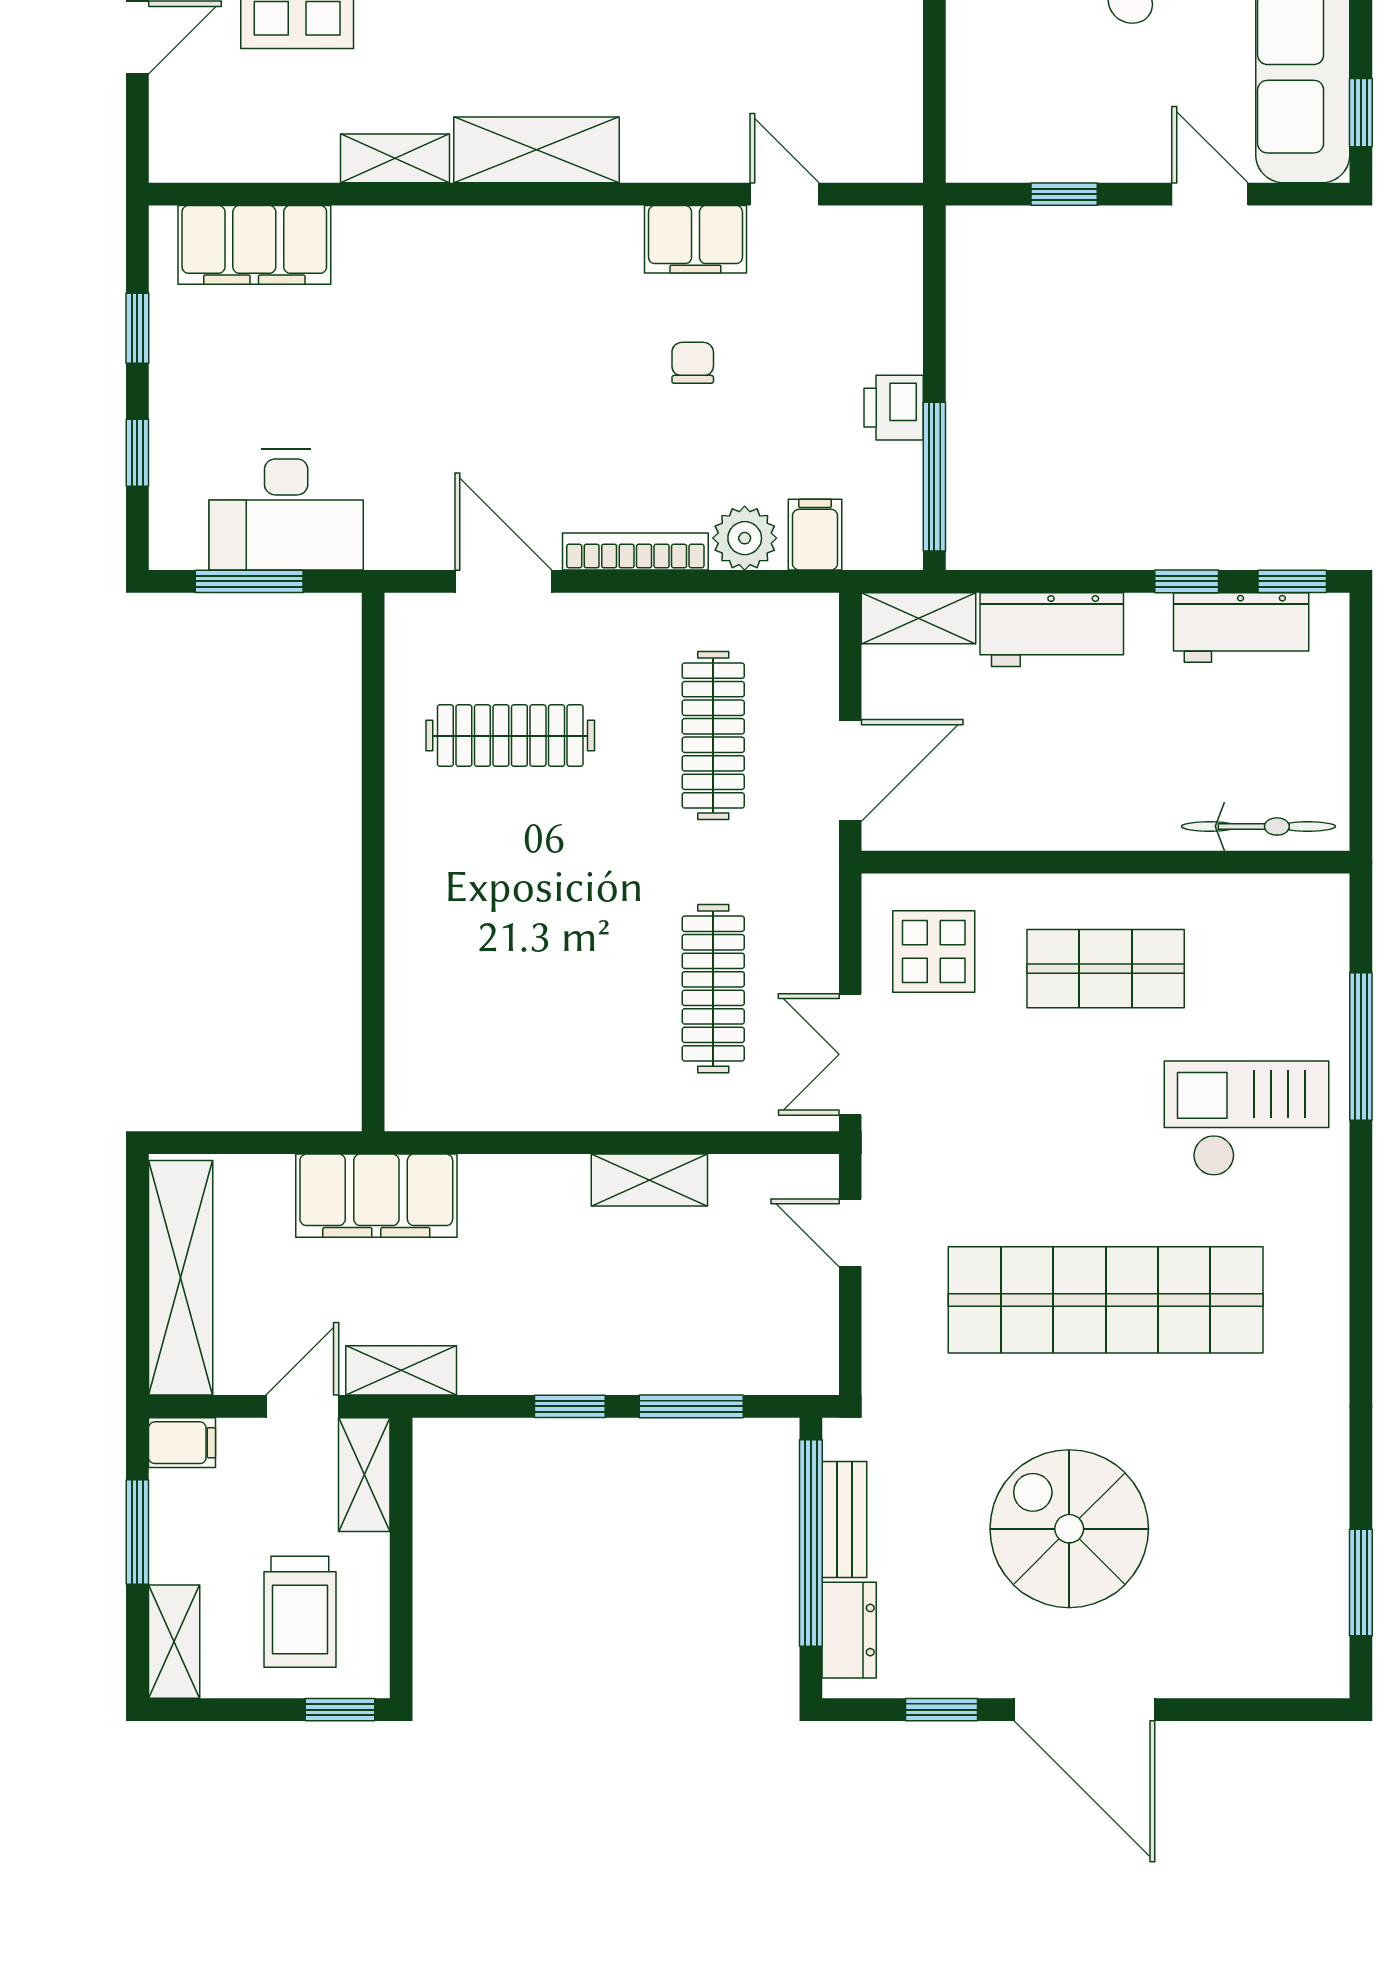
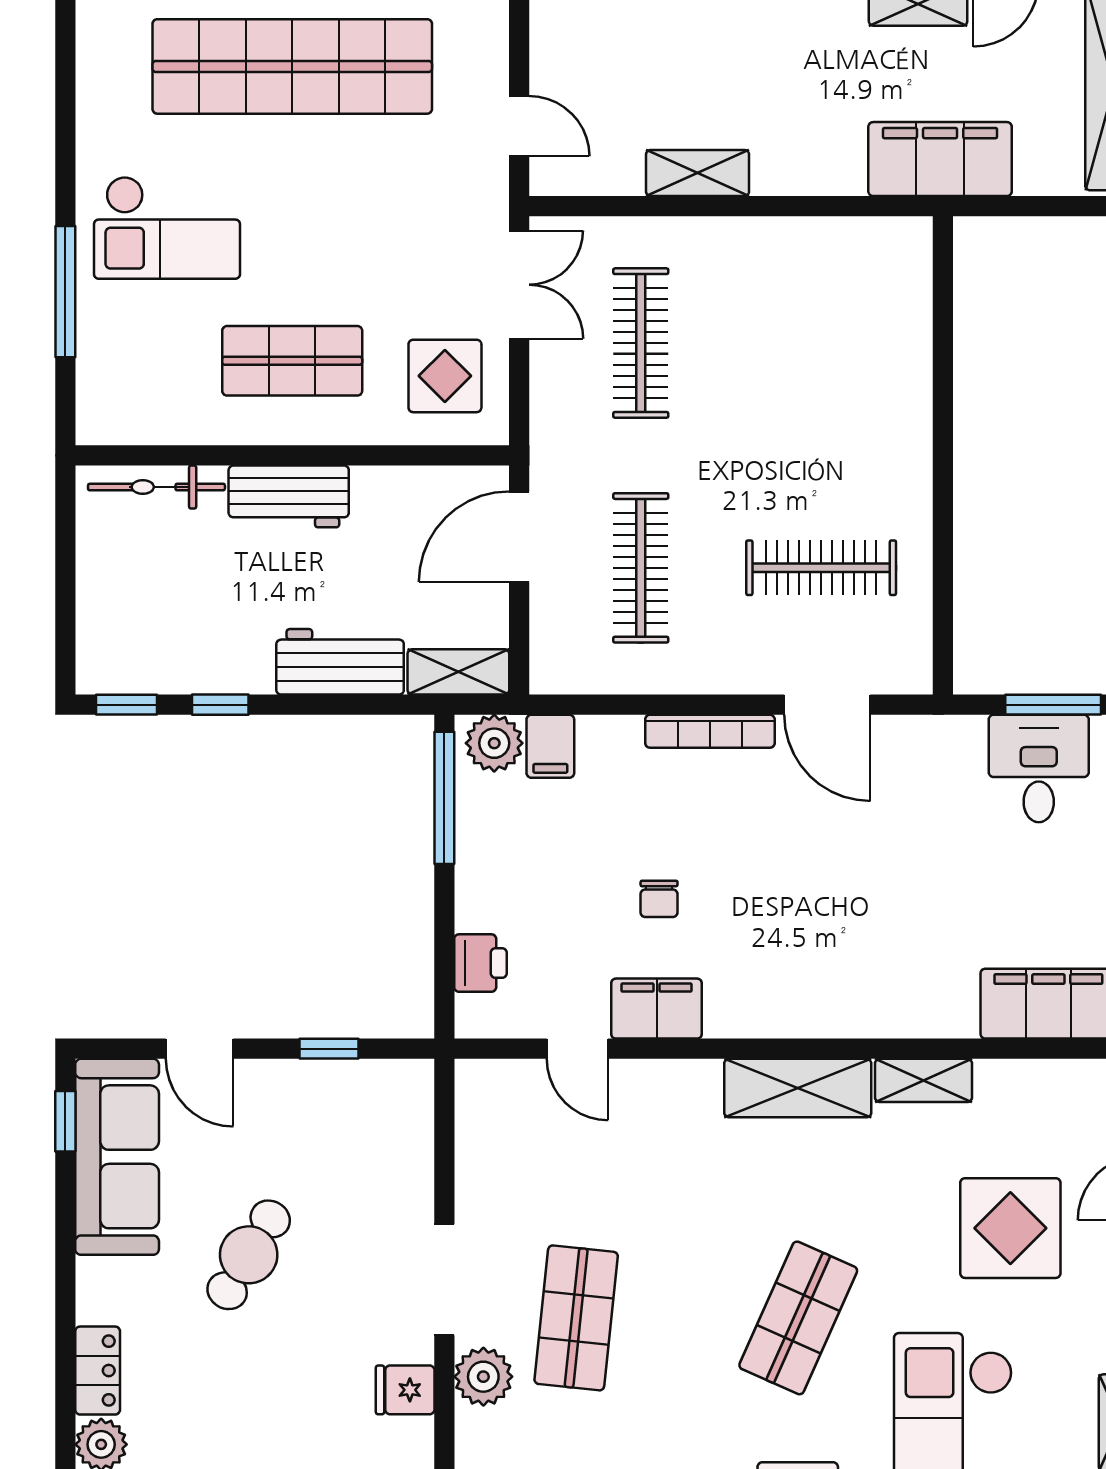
printer: (894, 408) -> (480, 963), moved
desk: (286, 510) -> (1039, 768), width x0.73
plant: (745, 538) -> (494, 743), moved
workbench: (1241, 628) -> (289, 496), moved, turned 180

